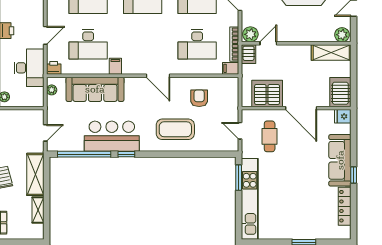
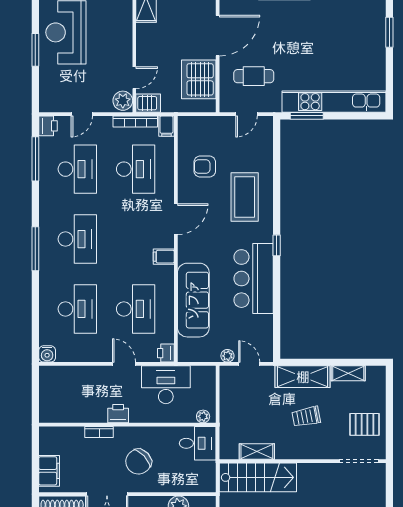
door: (268, 43) -> (134, 78), swing flipped
filing cabinet: (115, 66) -> (164, 257), moved
plant: (52, 90) -> (227, 356), moved
window: (84, 154) -> (277, 314), removed
window: (126, 154) -> (277, 245), moved

